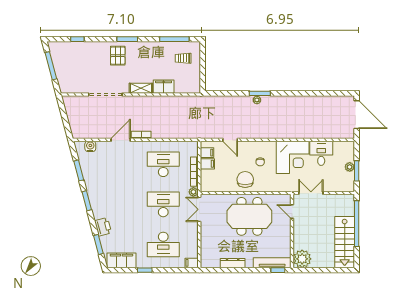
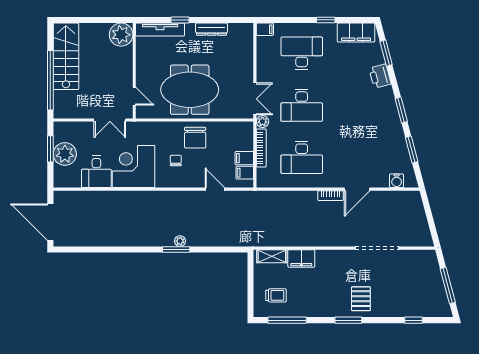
shelving: (141, 88) -> (272, 256), moved
plant: (350, 167) -> (65, 154), width x1.88, depth x1.88
window: (278, 270) -> (180, 20), moved

